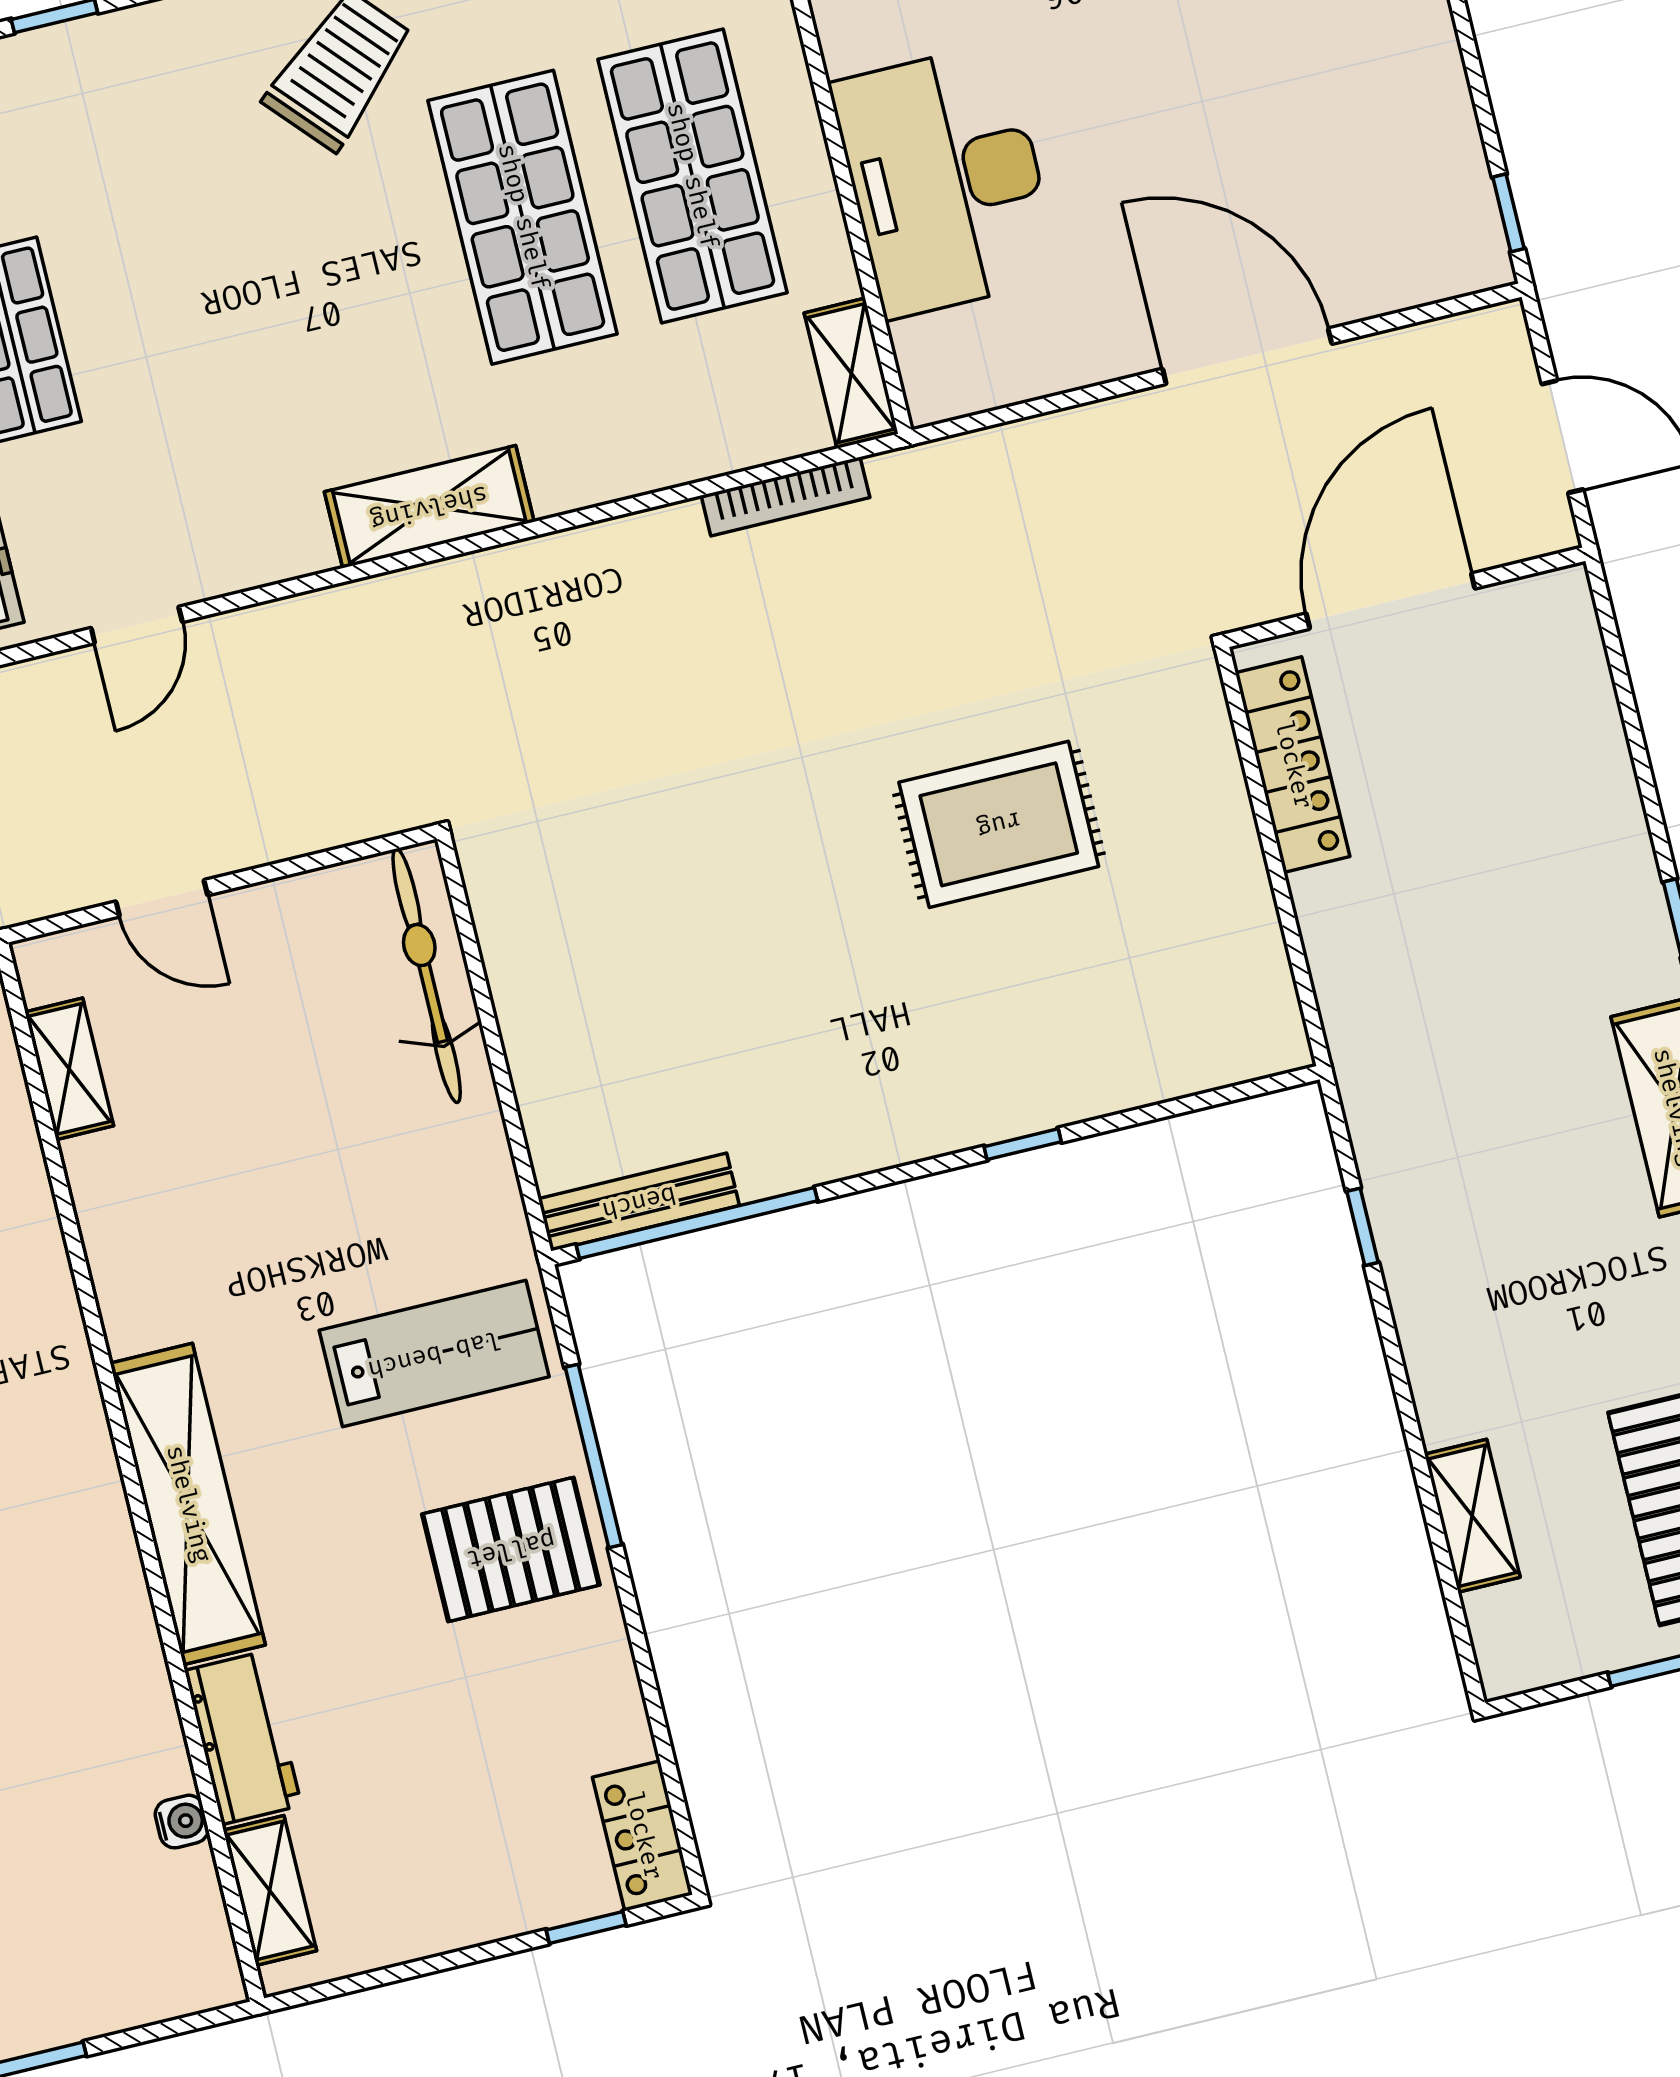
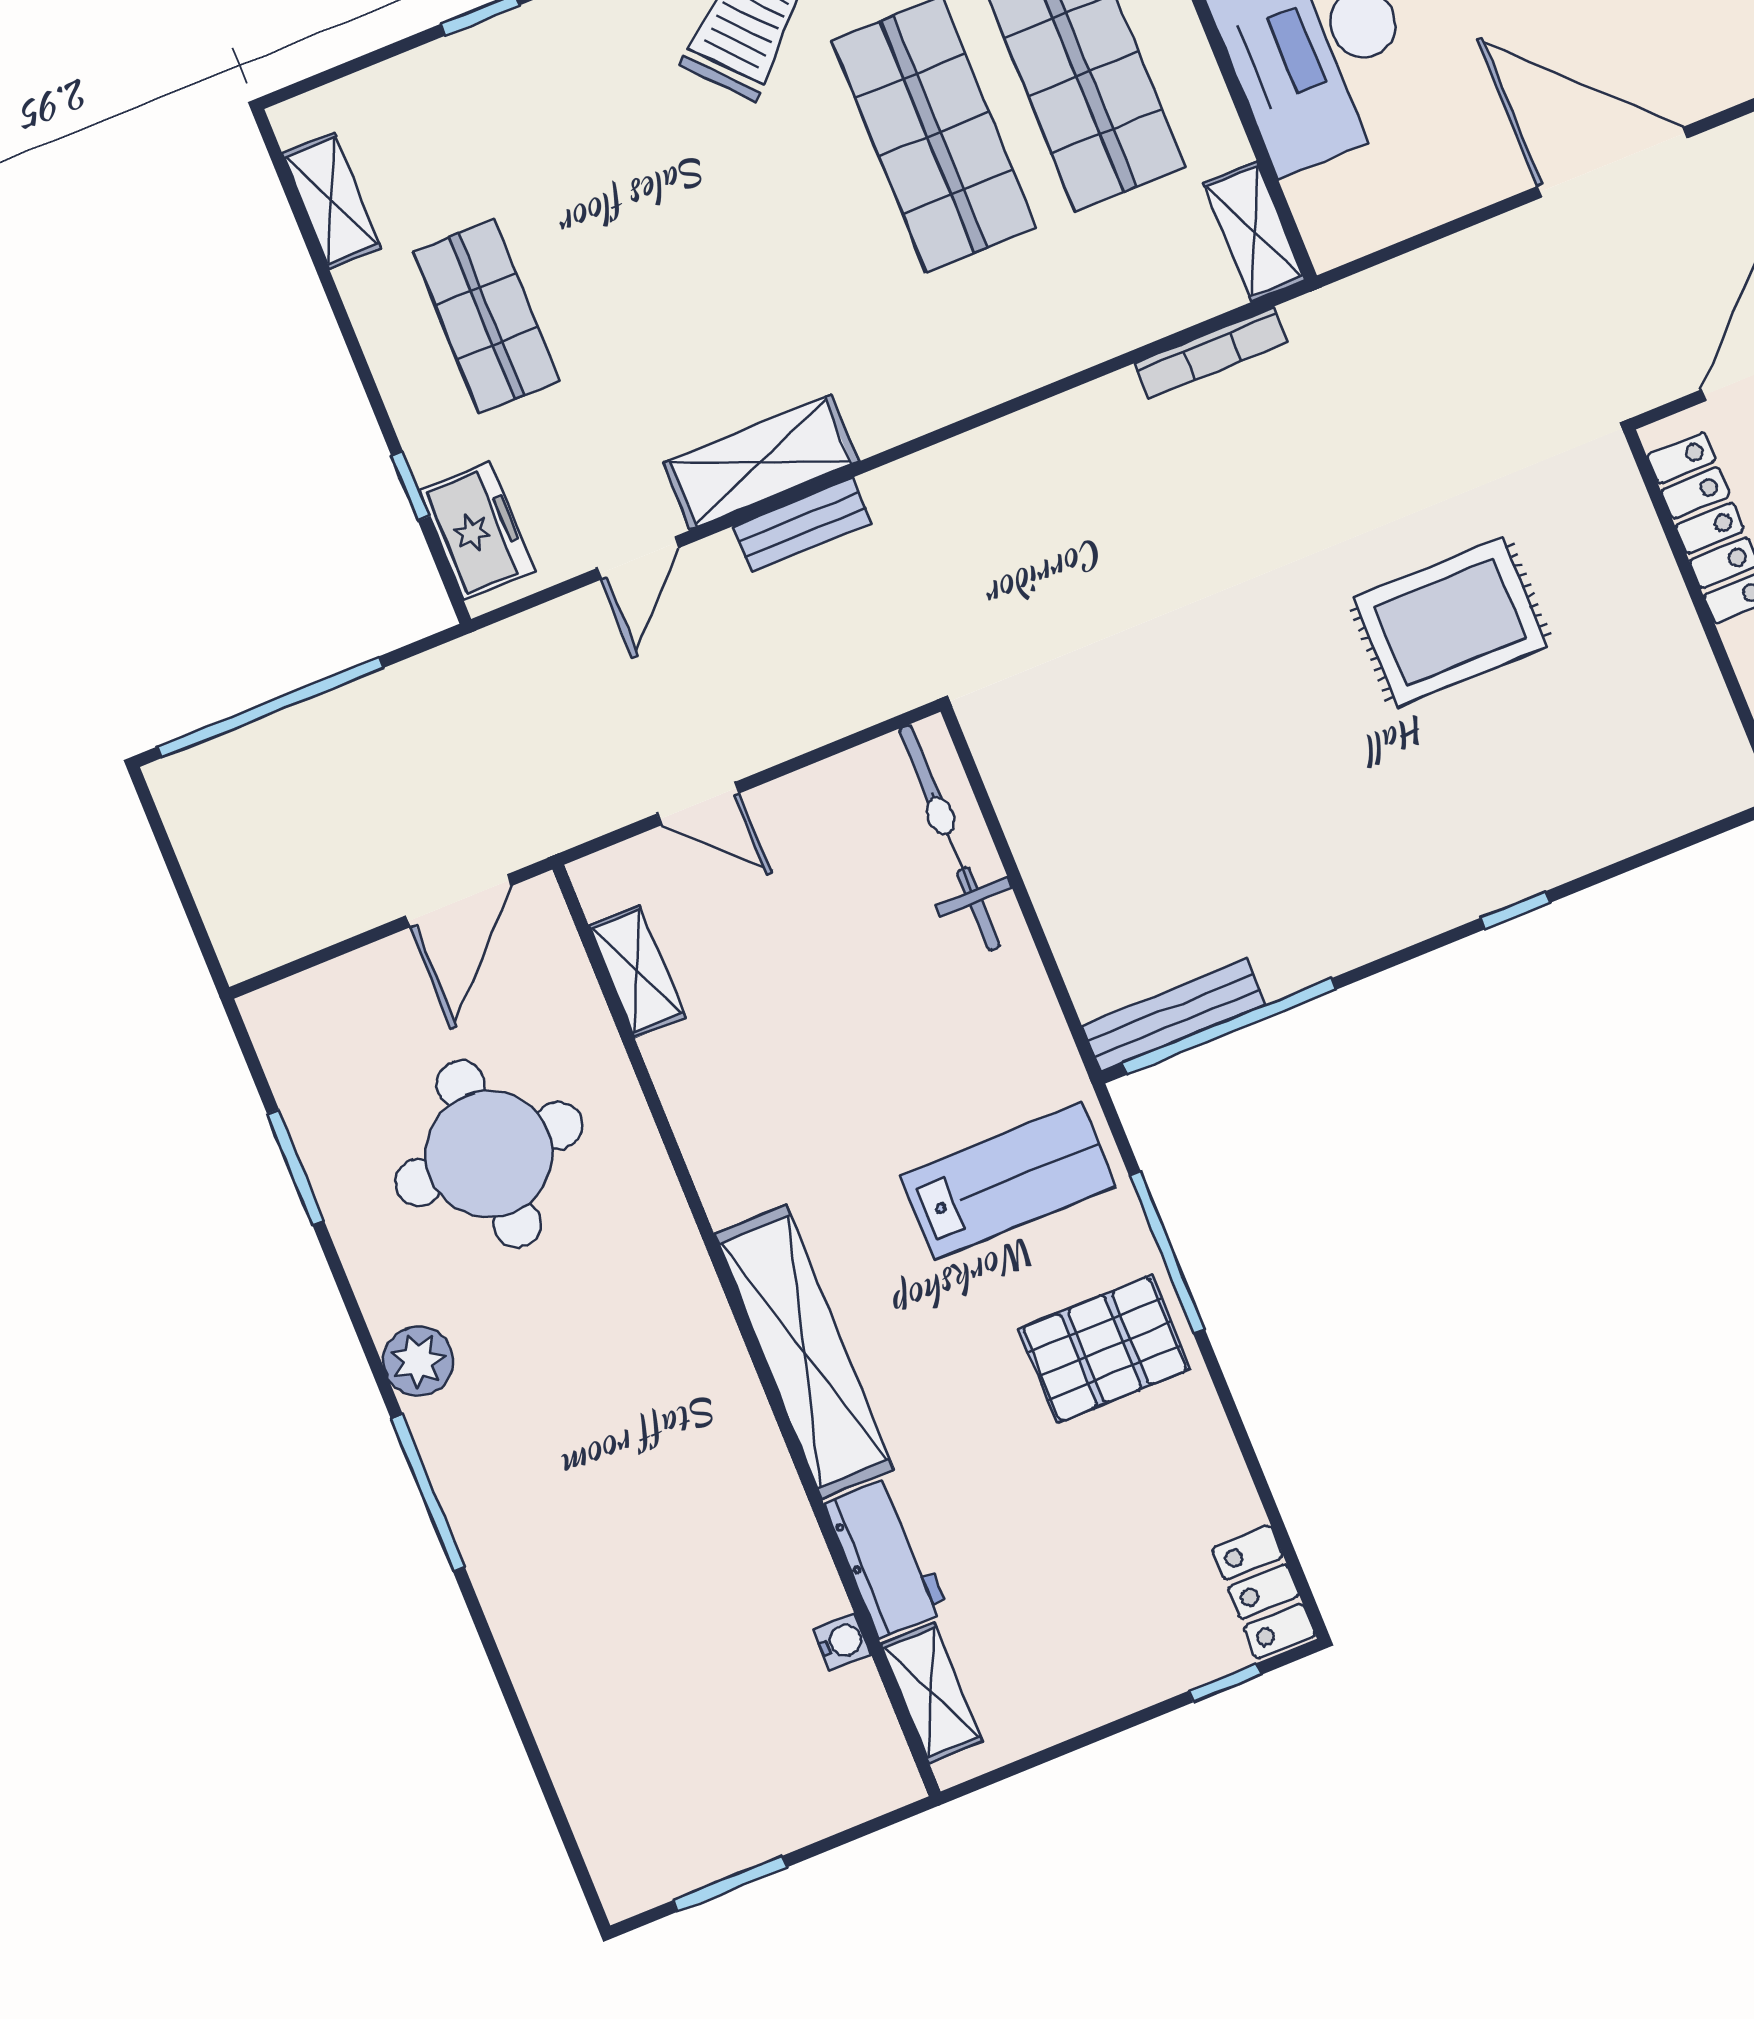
shelving: (429, 507) -> (761, 462), moved
bench: (318, 616) -> (802, 525), added

